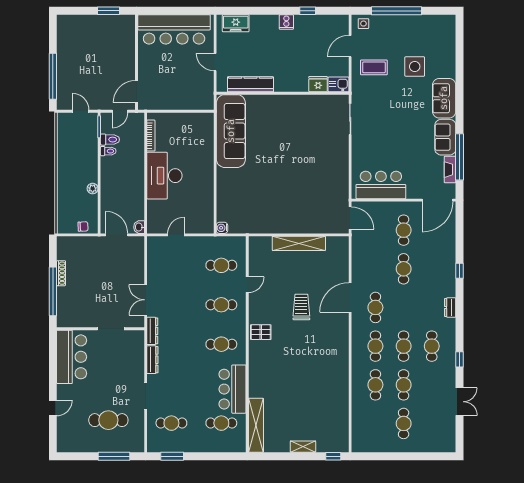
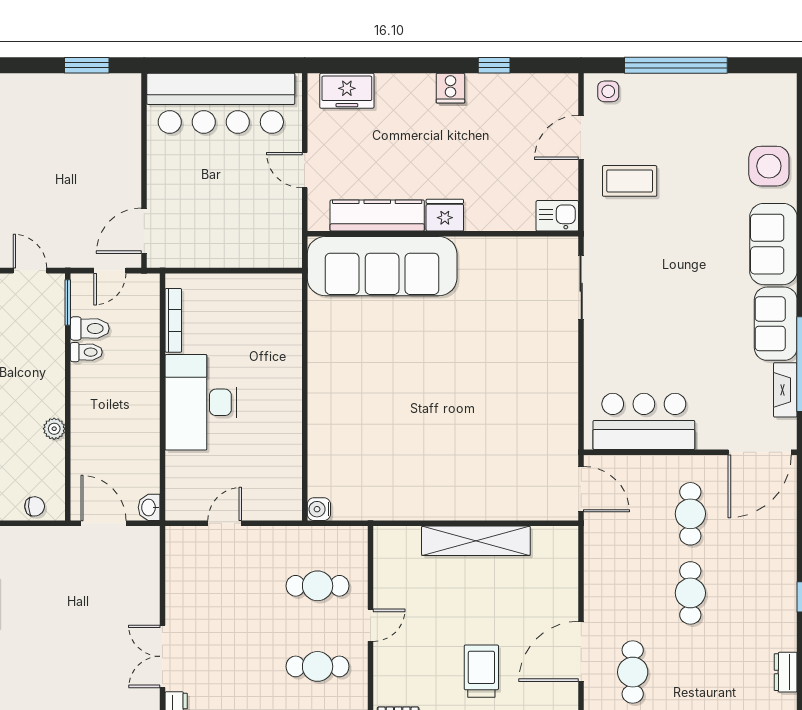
side table: (415, 67) -> (769, 166), moved
fridge: (318, 84) -> (445, 215), moved
sofa: (231, 131) -> (382, 266), moved, turned 90

